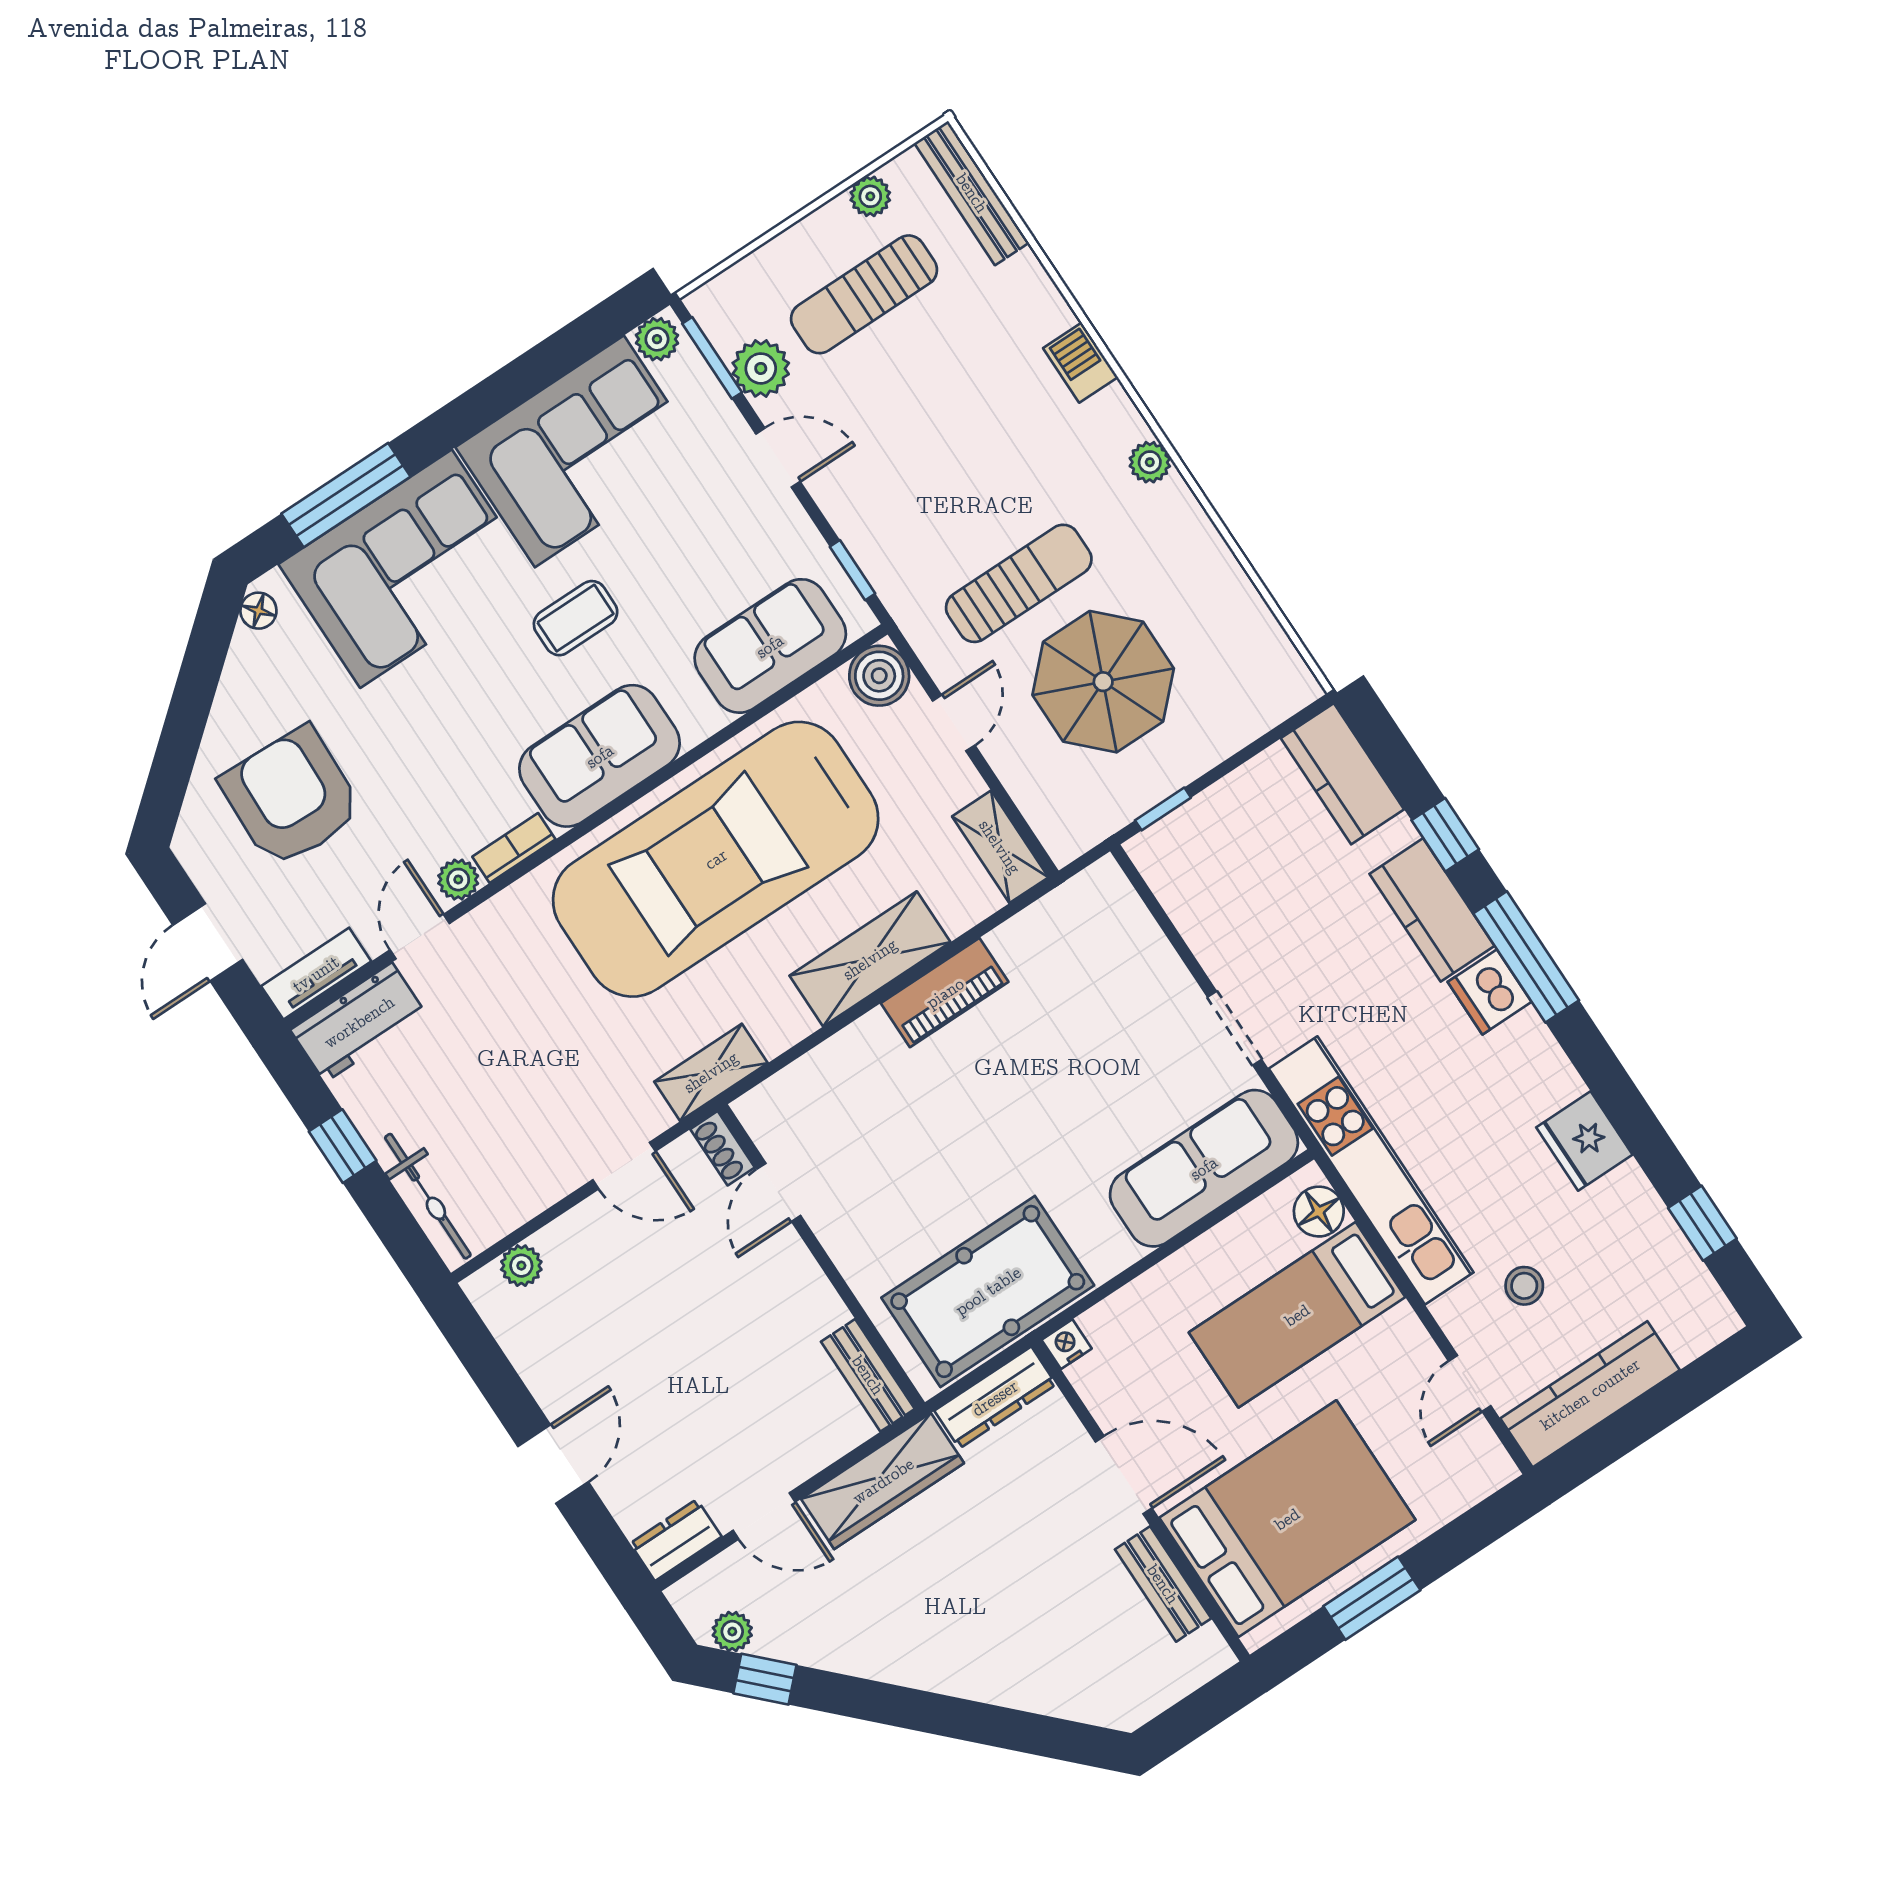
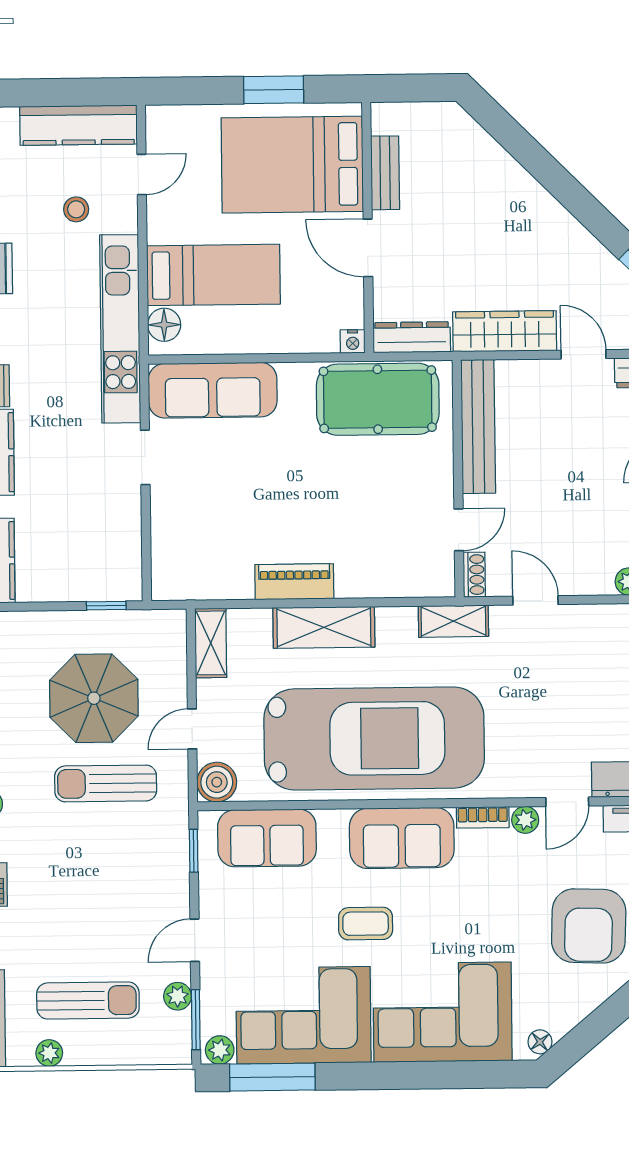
plant: (761, 368) -> (178, 996), width x0.73, depth x0.73
door: (778, 458) -> (195, 940), hinge flipped
window: (346, 495) -> (272, 1077), moved
bench: (868, 1375) -> (478, 426), width x1.86, depth x1.21

